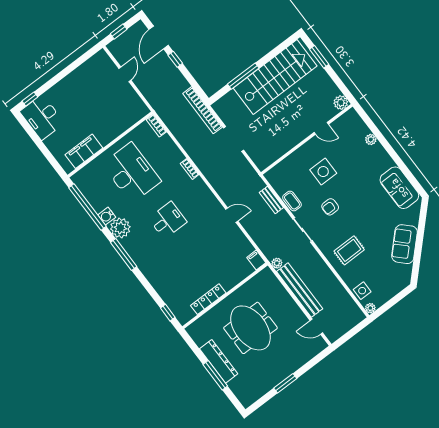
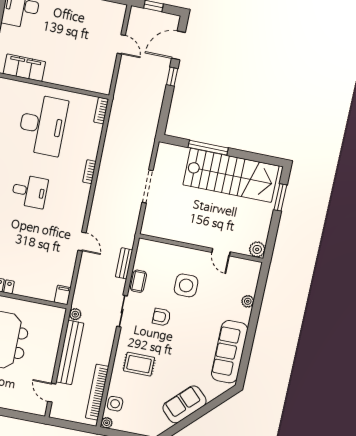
door: (125, 74) -> (121, 44), hinge flipped
bookcase: (203, 110) -> (97, 392), moved
sofa: (399, 188) -> (230, 352), width x1.36

